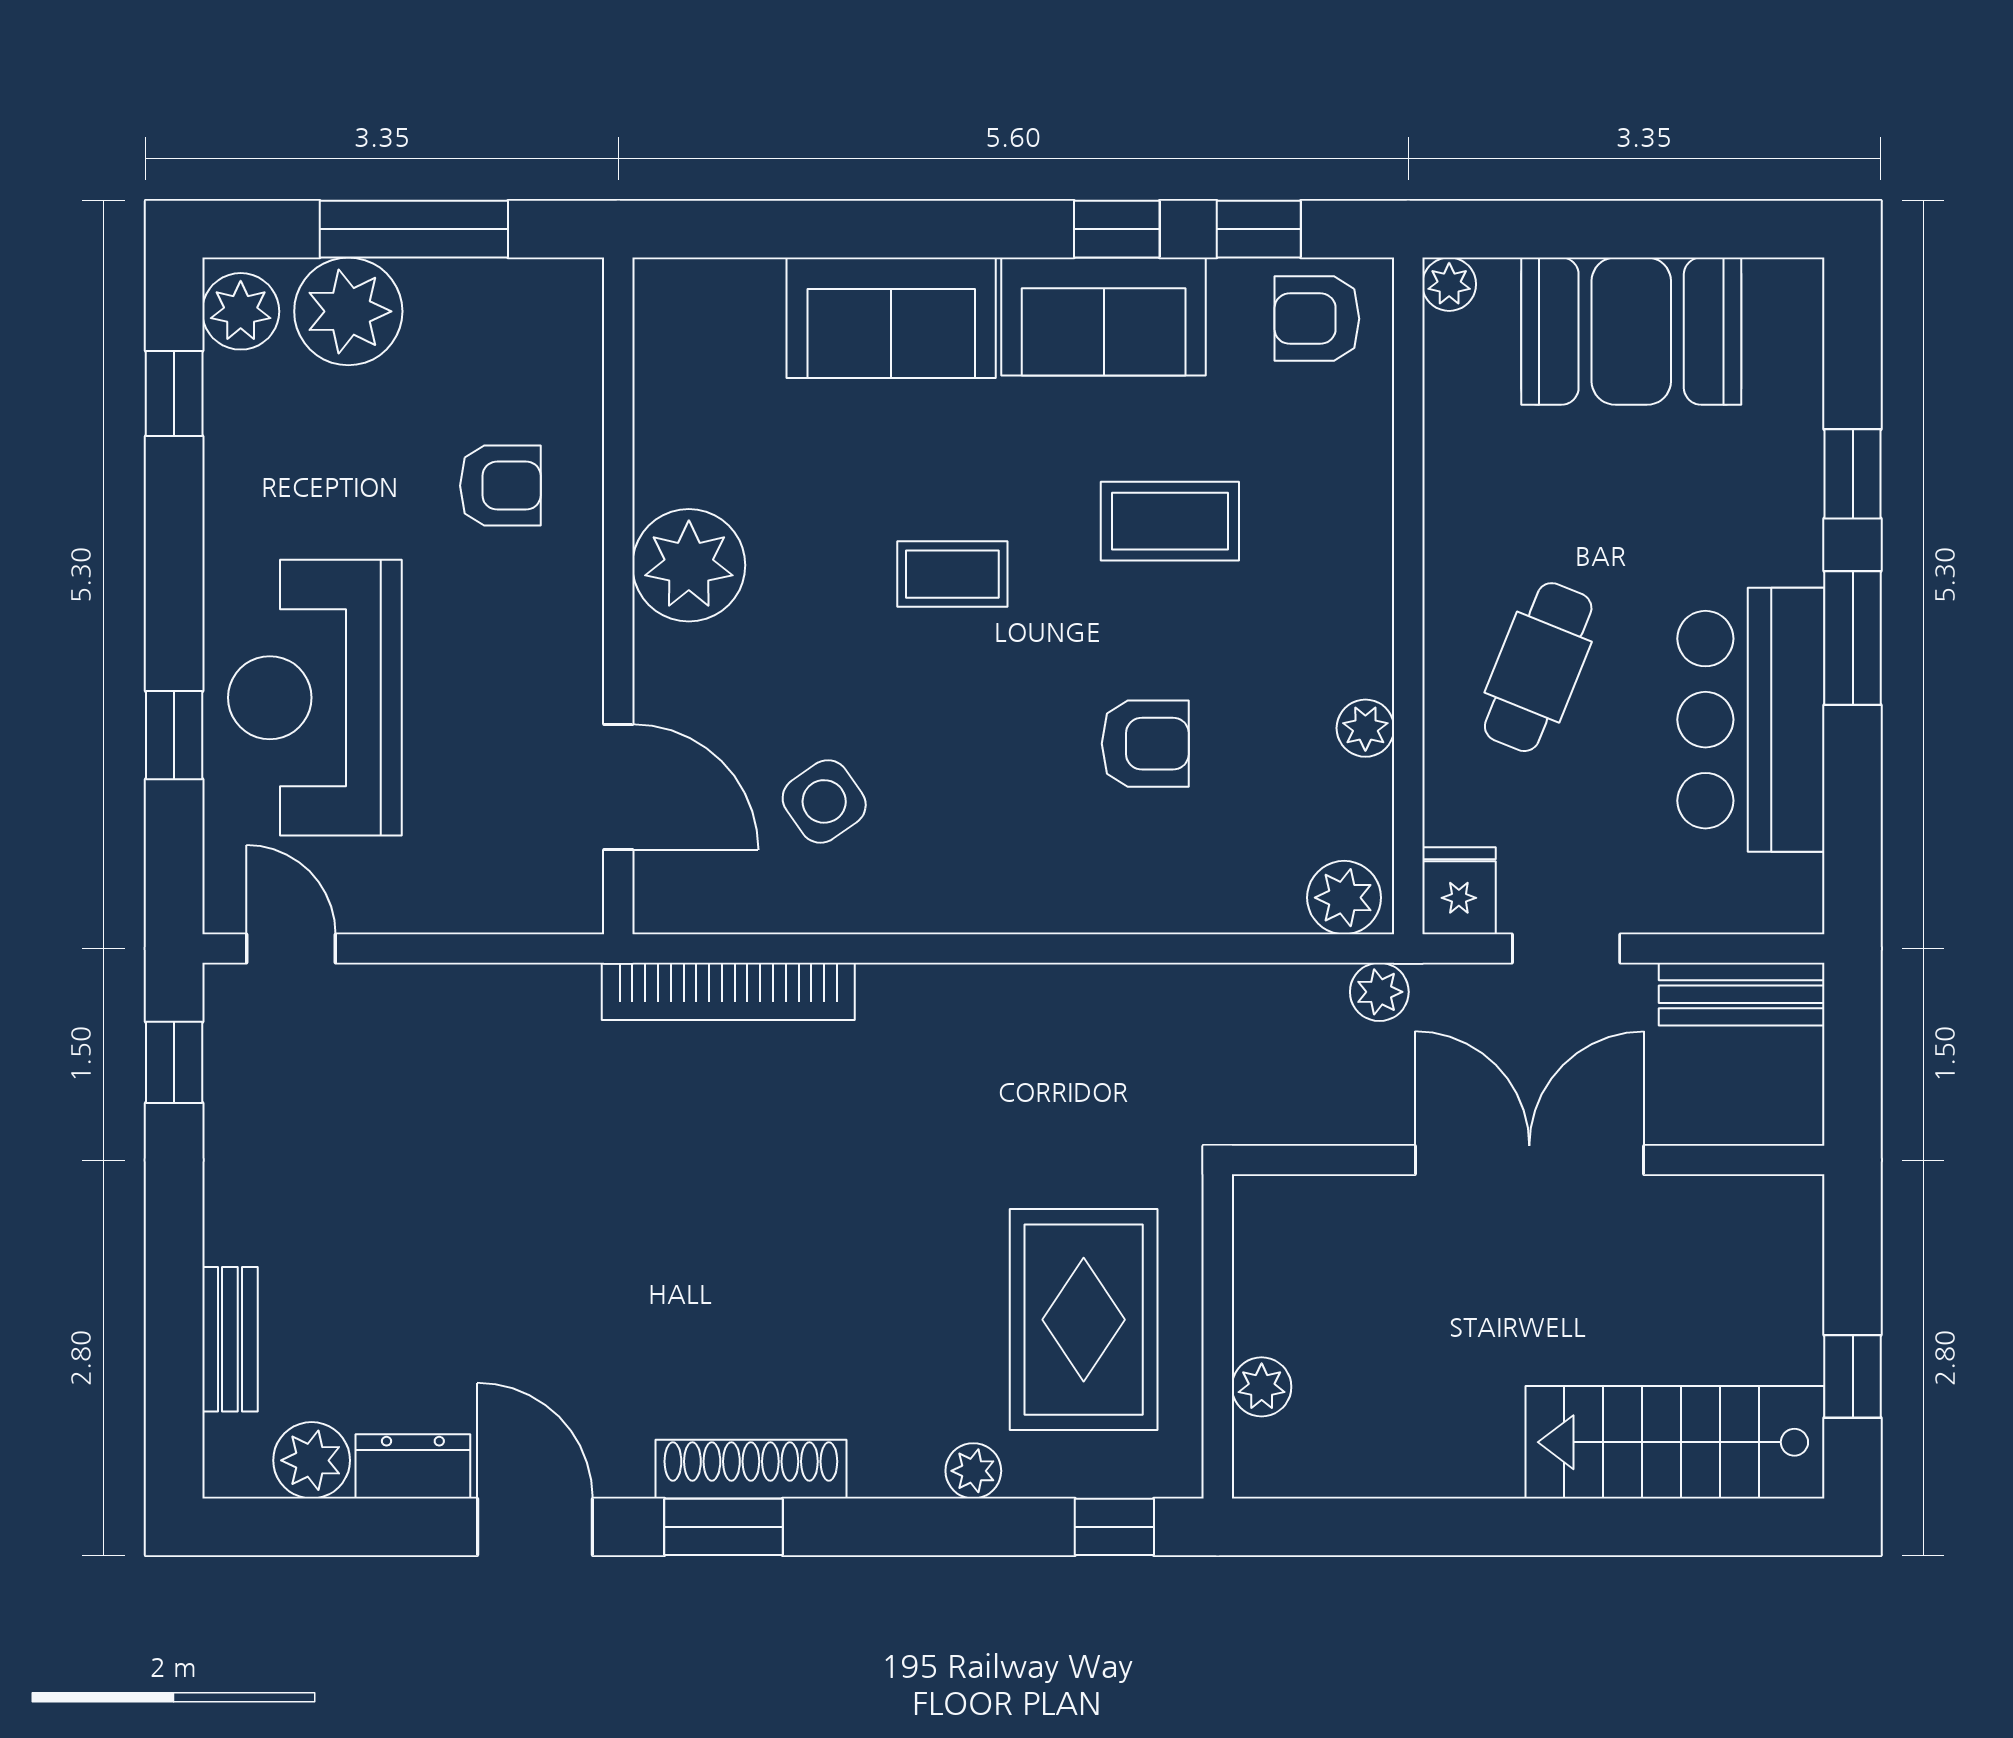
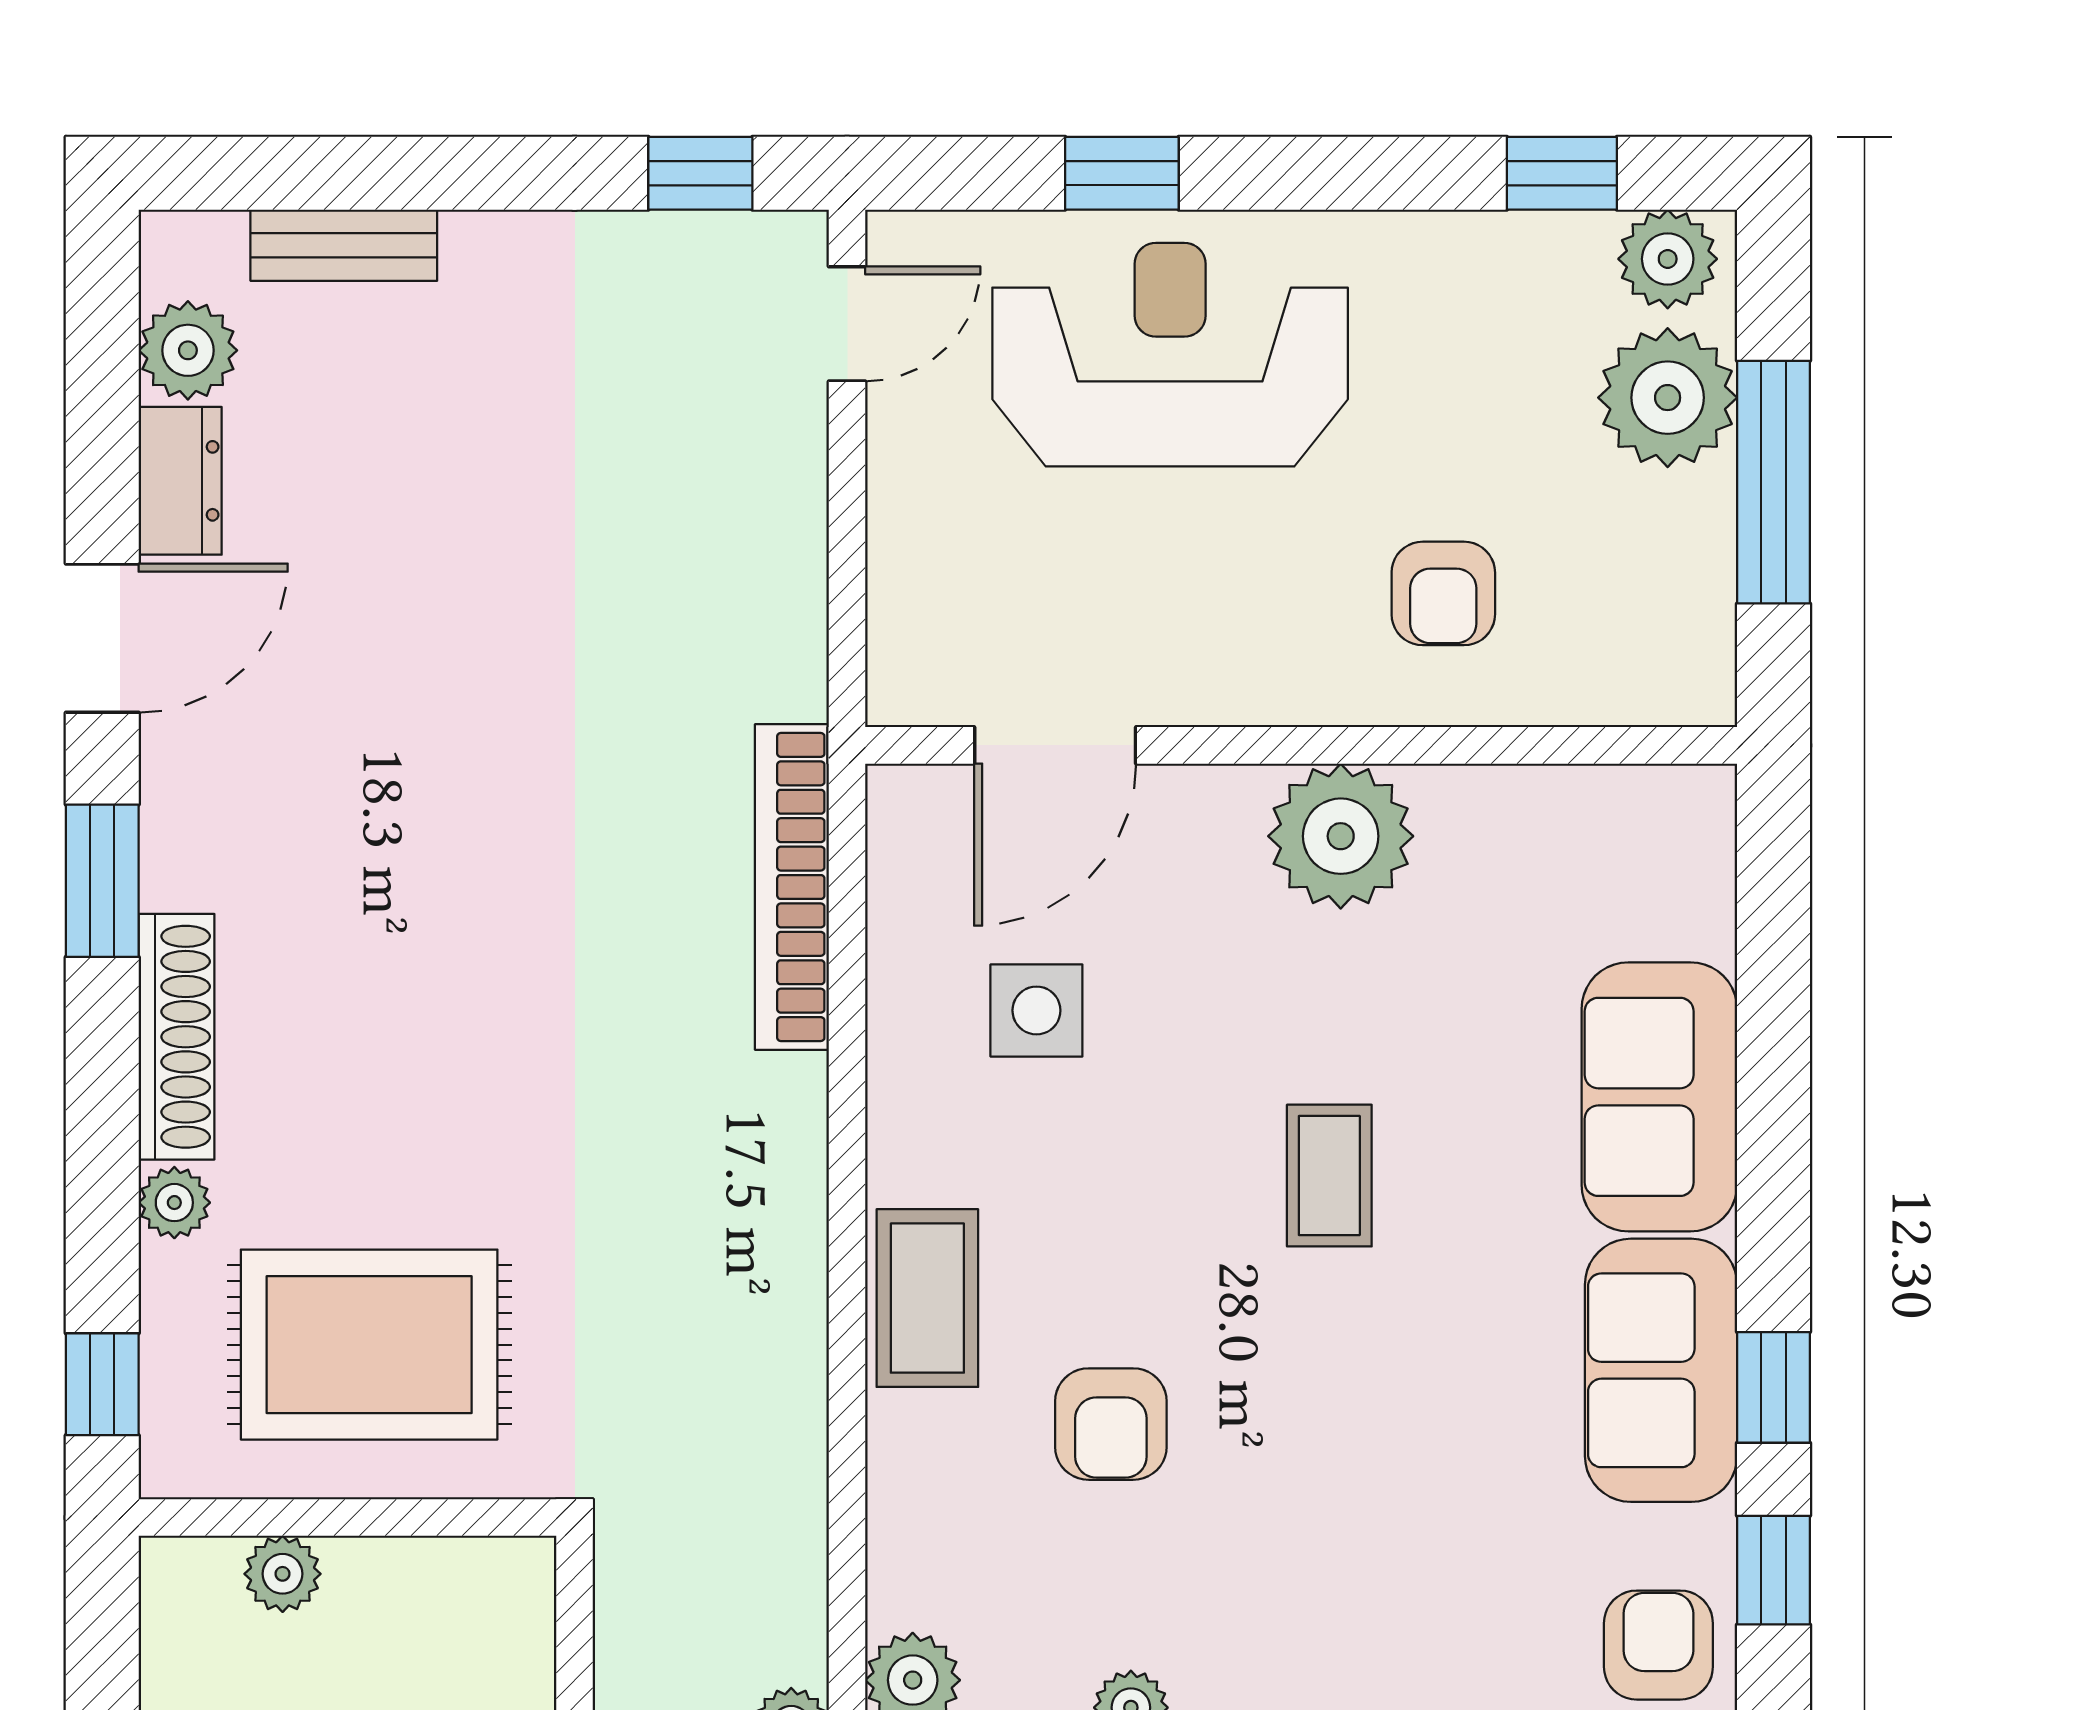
coffee table: (1170, 521) -> (927, 1298), moved
side table: (824, 801) -> (1036, 1010), turned 35
shoe rack: (751, 1469) -> (177, 1037), moved

